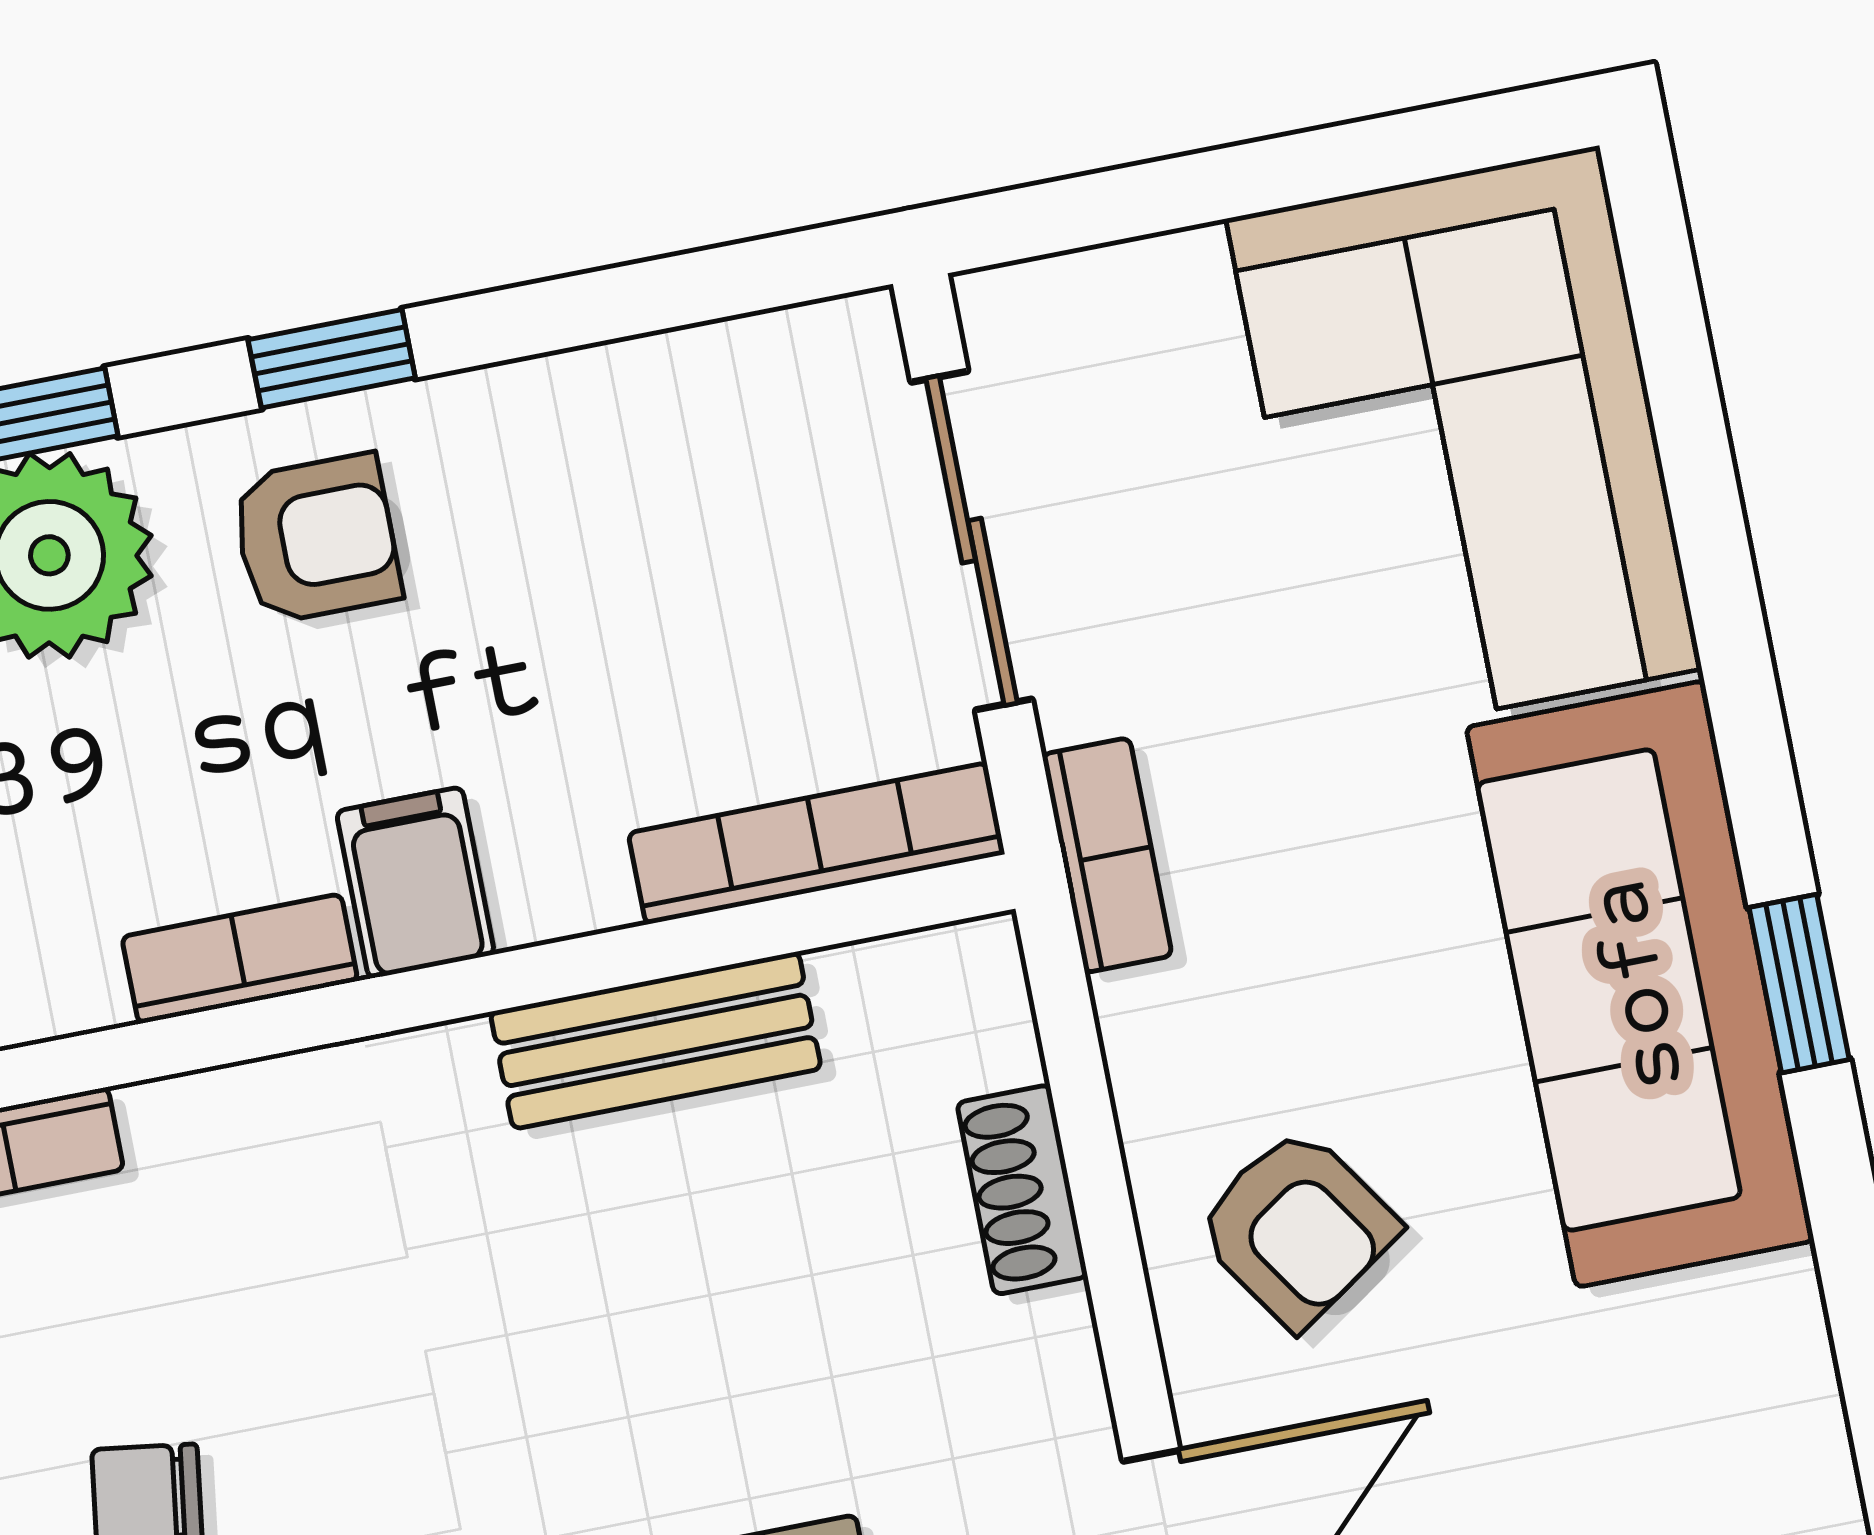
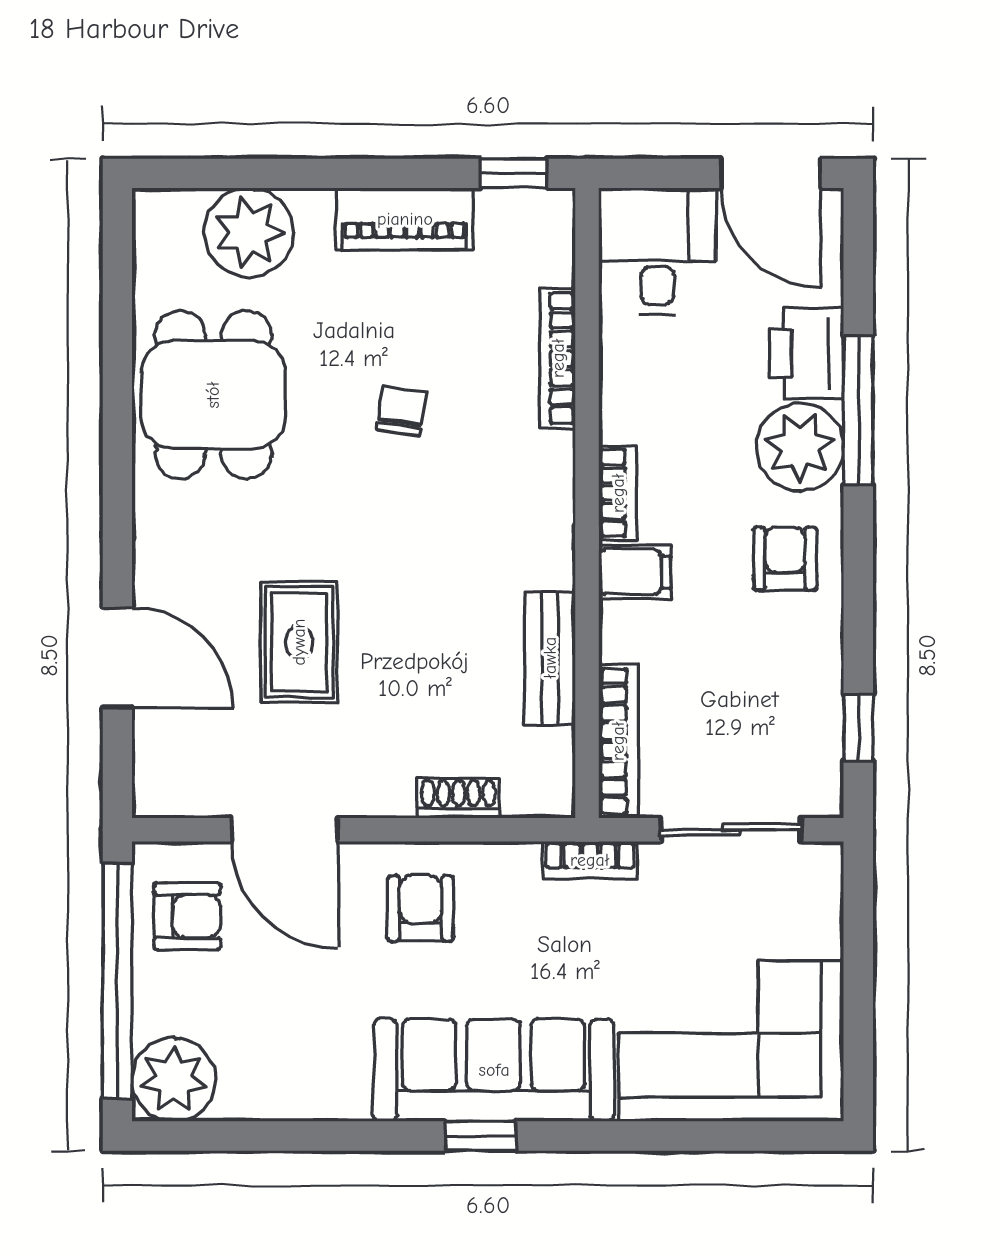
window: (332, 359) -> (858, 728), moved
armchair: (316, 539) -> (785, 559), turned 180
armchair: (1297, 1228) -> (421, 908), turned 124

